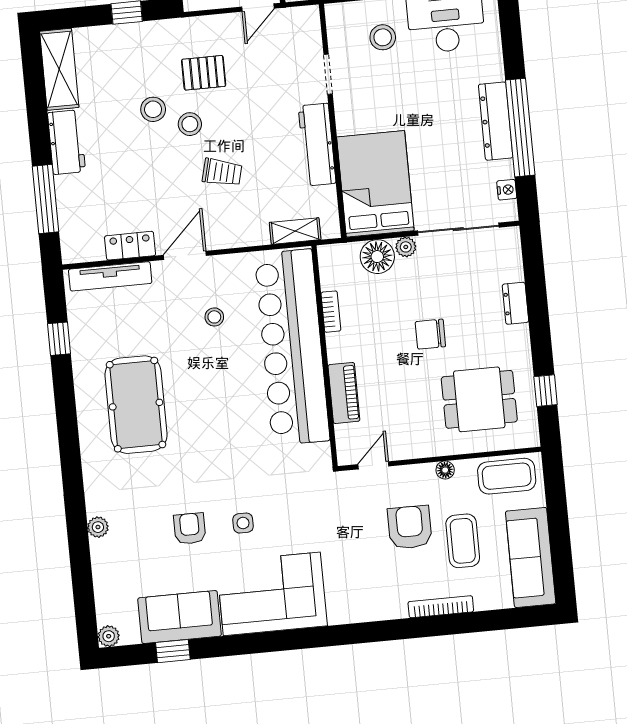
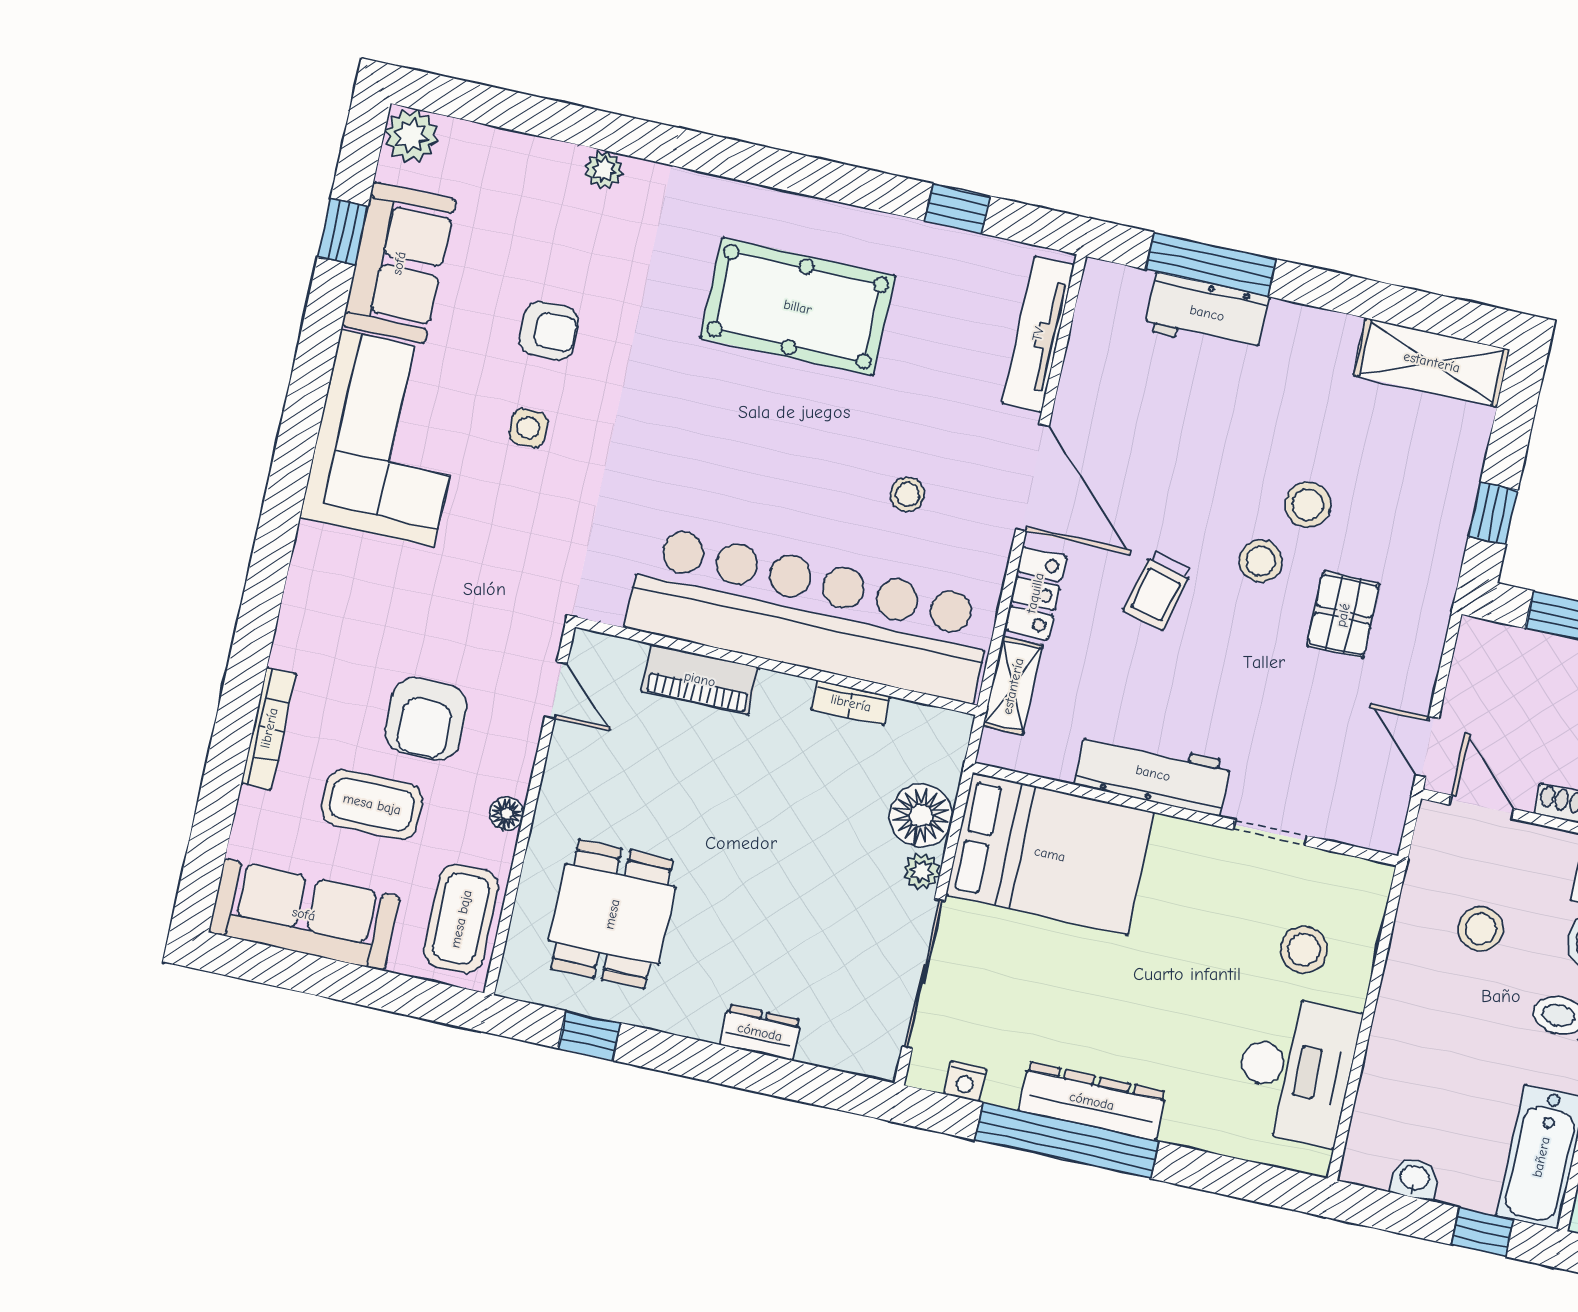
workbench: (66, 142) -> (1207, 313), moved
locker: (130, 246) -> (1035, 593), moved
door: (185, 255) -> (1032, 478), width x1.36
chair: (430, 334) -> (754, 865), removed
armchair: (410, 527) -> (426, 719), turned 90
plant: (109, 636) -> (411, 136), width x1.38, depth x1.38

